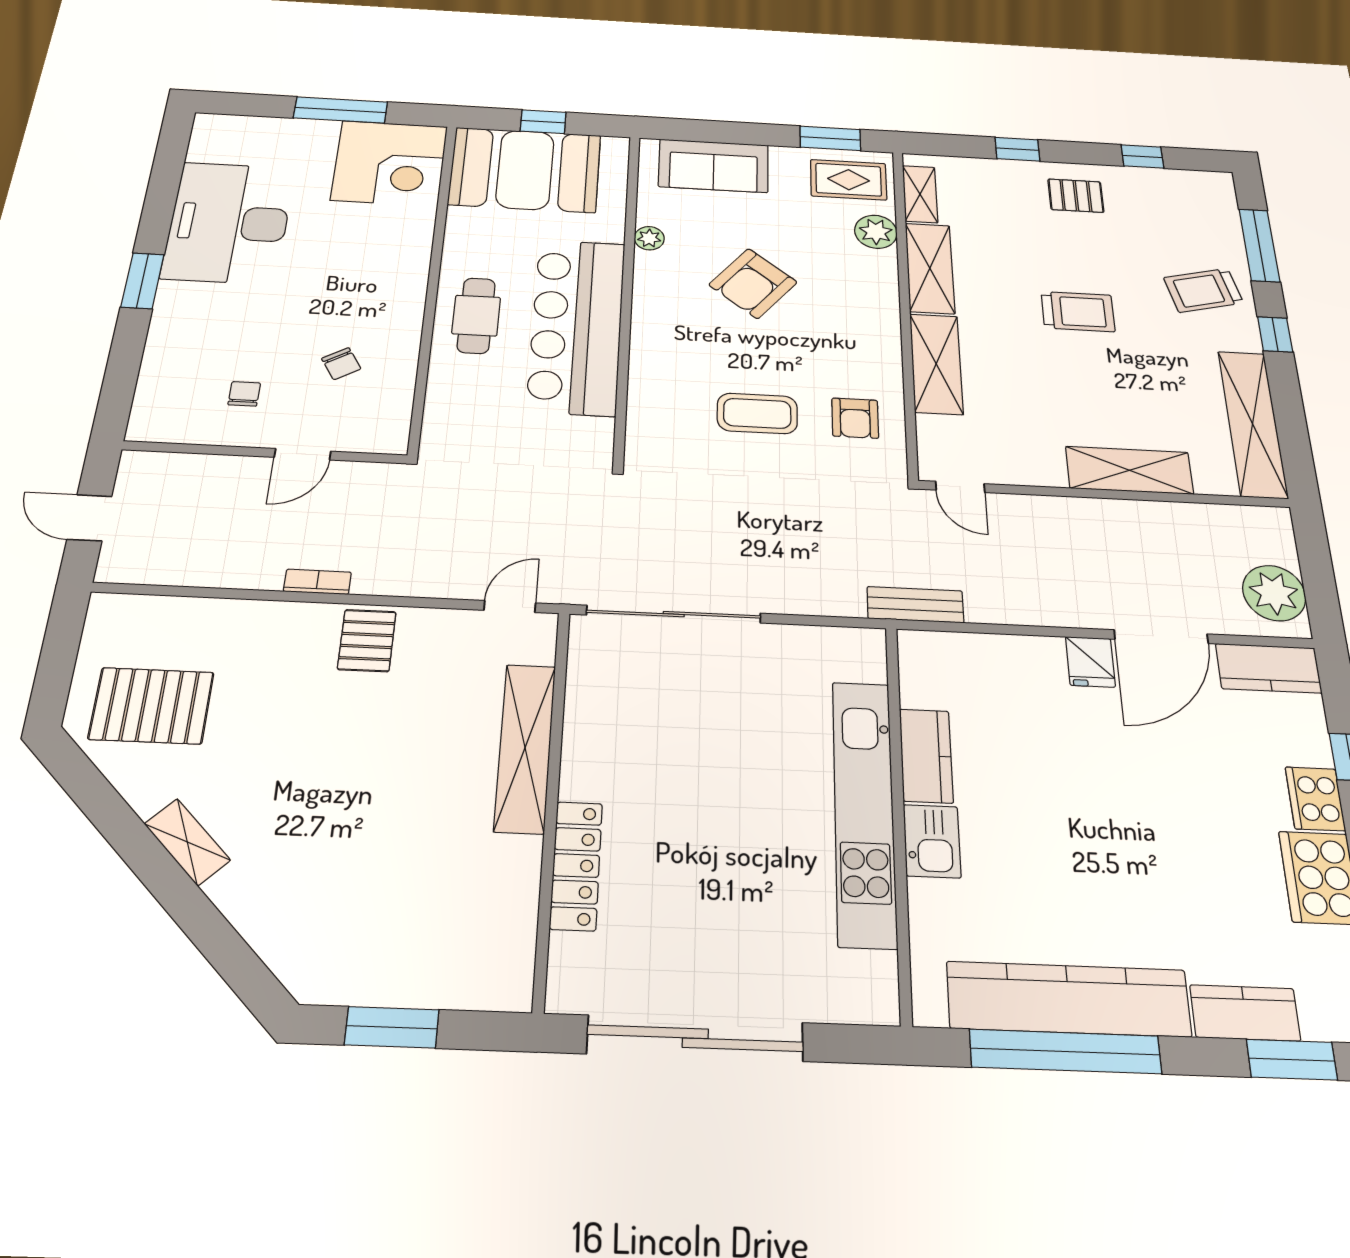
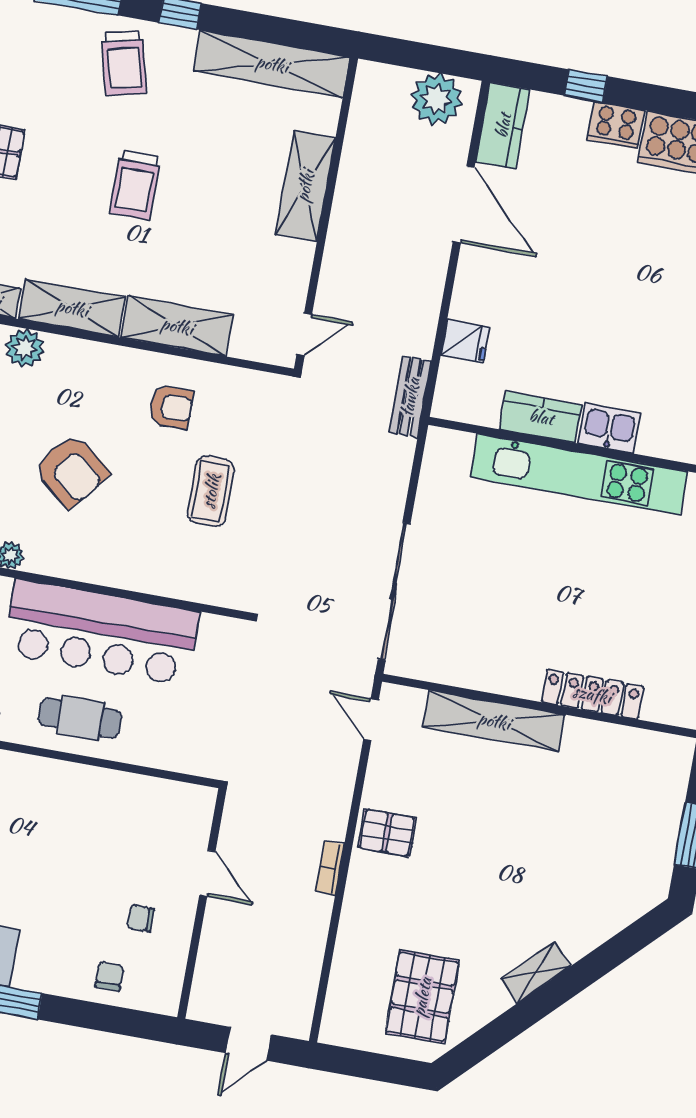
trolley: (1078, 312) -> (135, 185), turned 180
chair: (341, 364) -> (109, 976), moved, turned -59
armchair: (855, 418) -> (171, 407), moved
fridge: (1090, 662) -> (465, 341), moved

